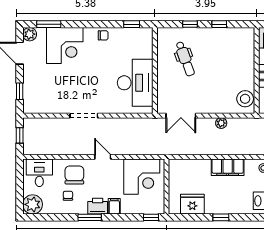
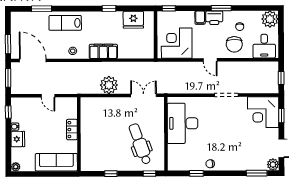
window: (132, 24) -> (196, 173), moved
window: (190, 24) -> (149, 174), moved
corner desk: (65, 45) -> (263, 112), moved, turned -90
dental chair: (185, 59) -> (140, 144), width x1.36, depth x1.38
stool: (245, 99) -> (89, 110), removed
plant: (221, 123) -> (109, 85), width x1.87, depth x1.87

